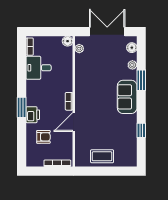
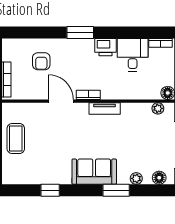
tv unit: (79, 89) -> (105, 109), added
printer: (33, 115) -> (105, 47), moved

